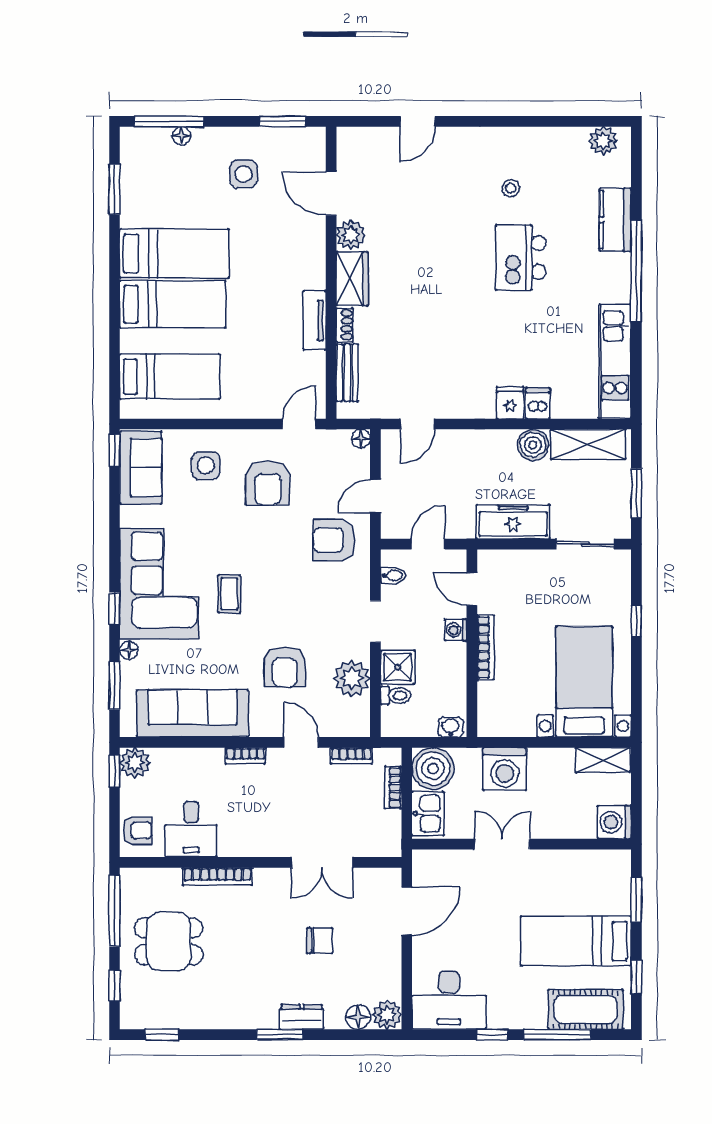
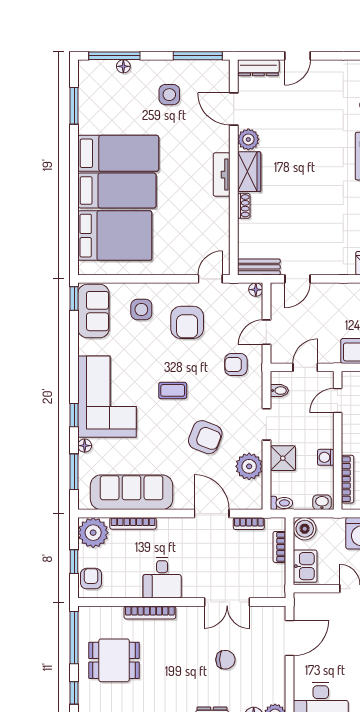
window: (282, 121) -> (198, 56), width x1.44
dresser: (364, 138) -> (258, 68), added
tv unit: (315, 320) -> (222, 175), moved
bench: (347, 373) -> (259, 267), moved, turned 90
bed: (170, 377) -> (115, 236), width x1.50
armchair: (334, 540) -> (236, 364), width x0.72, depth x0.72
door: (472, 589) -> (338, 401), hinge flipped
coffee table: (229, 594) -> (173, 390), moved, turned 90
washing machine: (456, 630) -> (326, 457), moved
bookcase: (485, 647) -> (348, 479), moved
armchair: (285, 667) -> (205, 437), moved, turned -69
toilet: (396, 695) -> (281, 503), moved
door: (301, 742) -> (212, 514), width x1.38
bookcase: (245, 756) -> (133, 523), moved, width x1.56
plant: (135, 763) -> (93, 533), width x1.36, depth x1.36
boiler: (433, 768) -> (305, 529), width x0.73, depth x0.73
window: (115, 771) -> (74, 562), moved
desk: (191, 829) -> (162, 578), moved
armchair: (137, 830) -> (91, 579), turned -90

